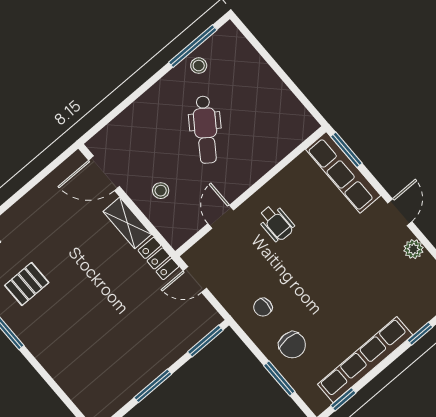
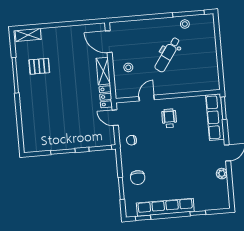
wheelchair: (276, 223) -> (169, 118), turned 180
chair: (263, 307) -> (131, 140), moved

